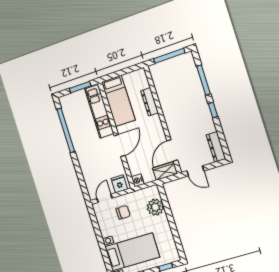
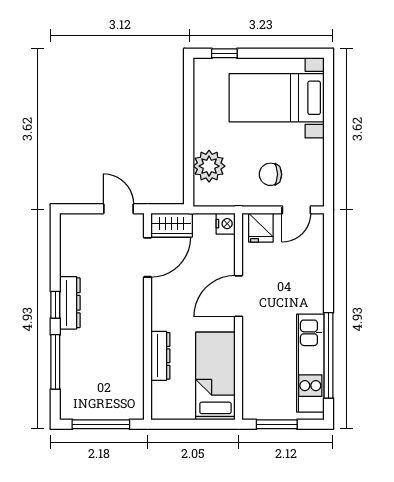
kitchen unit: (99, 111) -> (310, 363), moved, turned 180
dresser: (216, 147) -> (70, 303), moved

